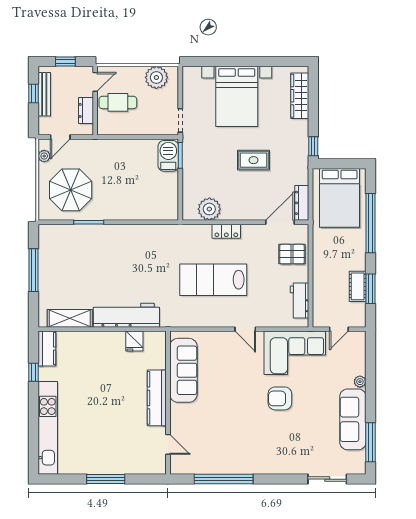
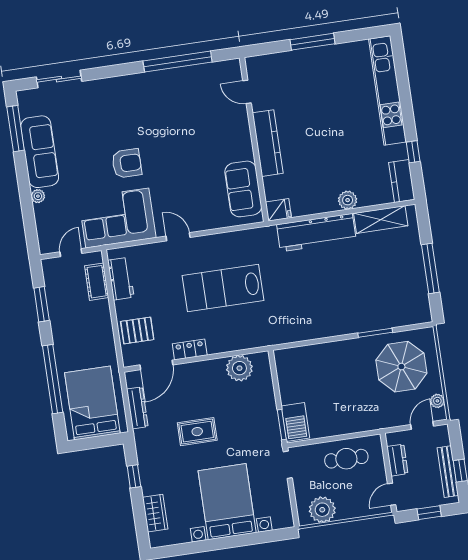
wardrobe: (300, 96) -> (155, 513), width x0.67
cafe table: (118, 102) -> (346, 459), moved
window: (313, 146) -> (134, 476), moved
dresser: (302, 203) -> (137, 408), moved
locker: (226, 231) -> (190, 349), moved
lab bench: (213, 280) -> (223, 288), turned 180
cot: (358, 286) -> (97, 282), moved
plant: (96, 339) -> (348, 200), added
fridge: (134, 341) -> (278, 210), moved, turned 90
sofa: (183, 370) -> (243, 189), width x0.73

